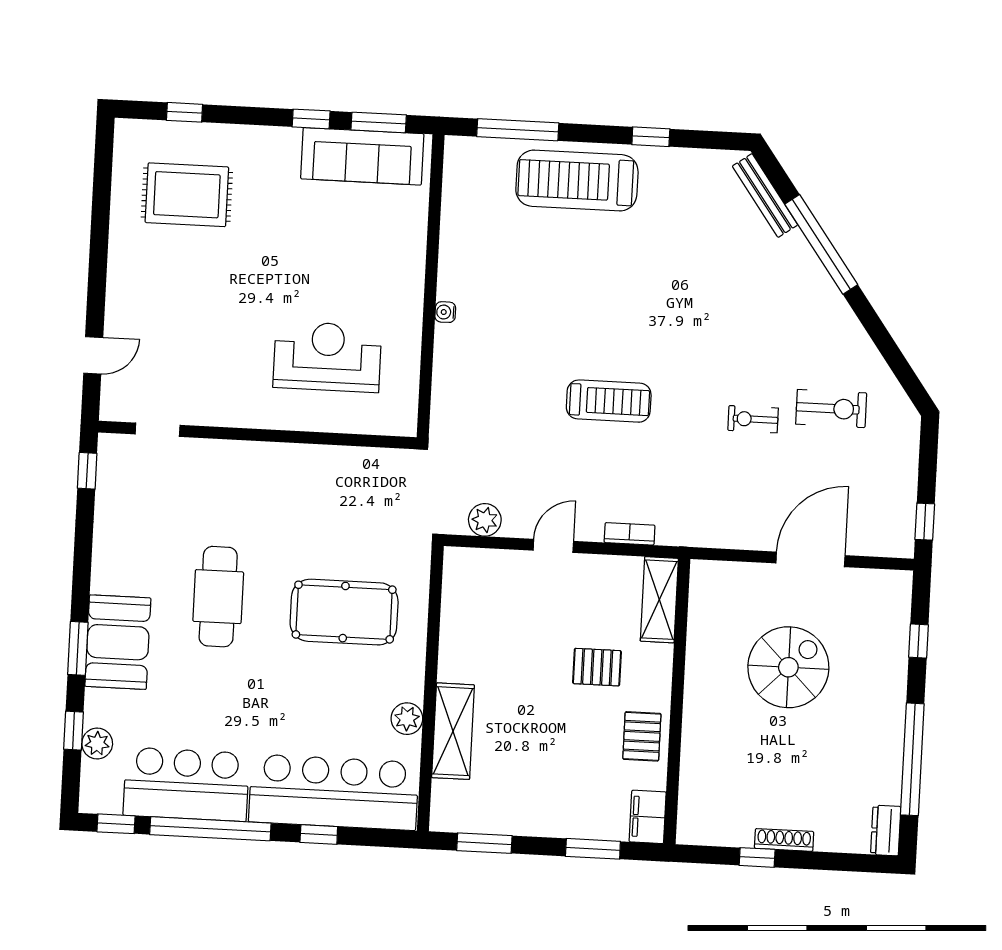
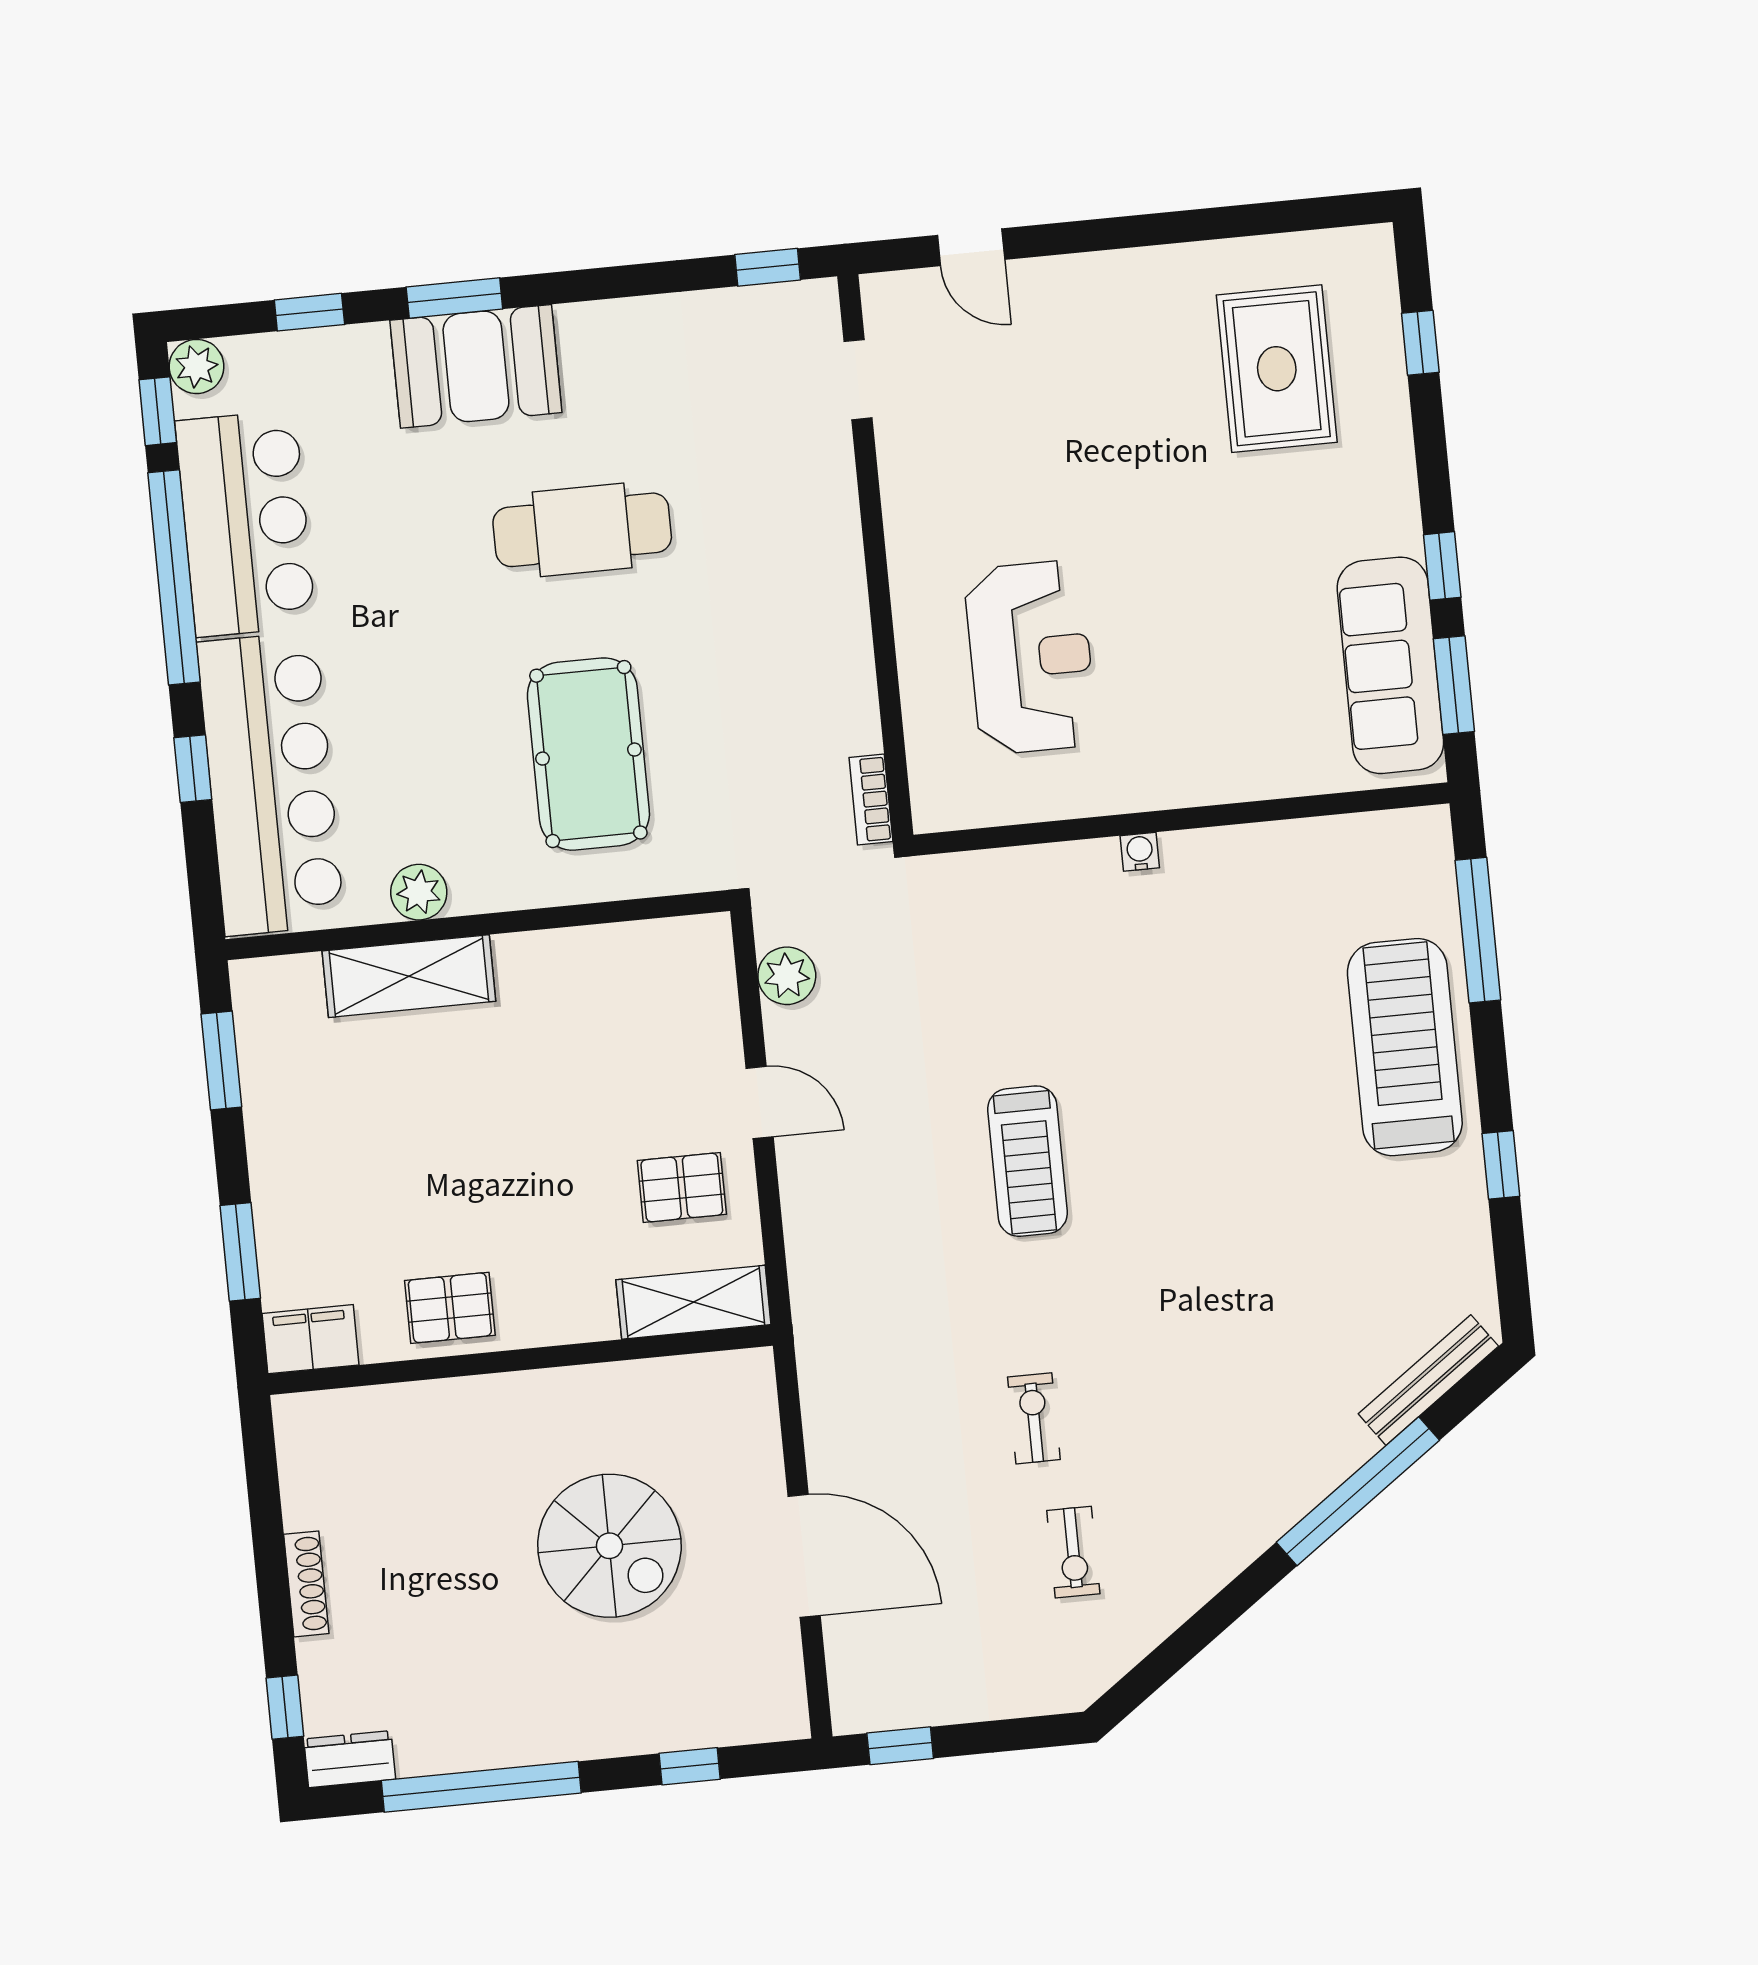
exercise bike: (831, 409) -> (1073, 1552), width x0.73, depth x0.72
bookcase: (630, 534) -> (871, 799), moved, turned 180
pallet: (597, 667) -> (682, 1187), moved, turned 90
plant: (97, 743) -> (197, 366), moved
window: (757, 857) -> (285, 1707), moved

